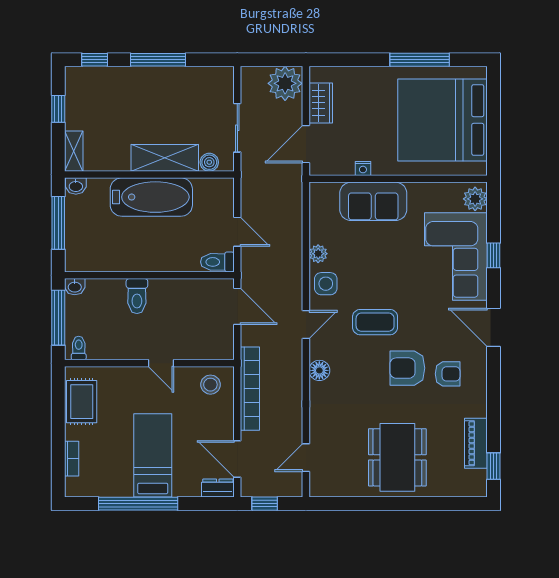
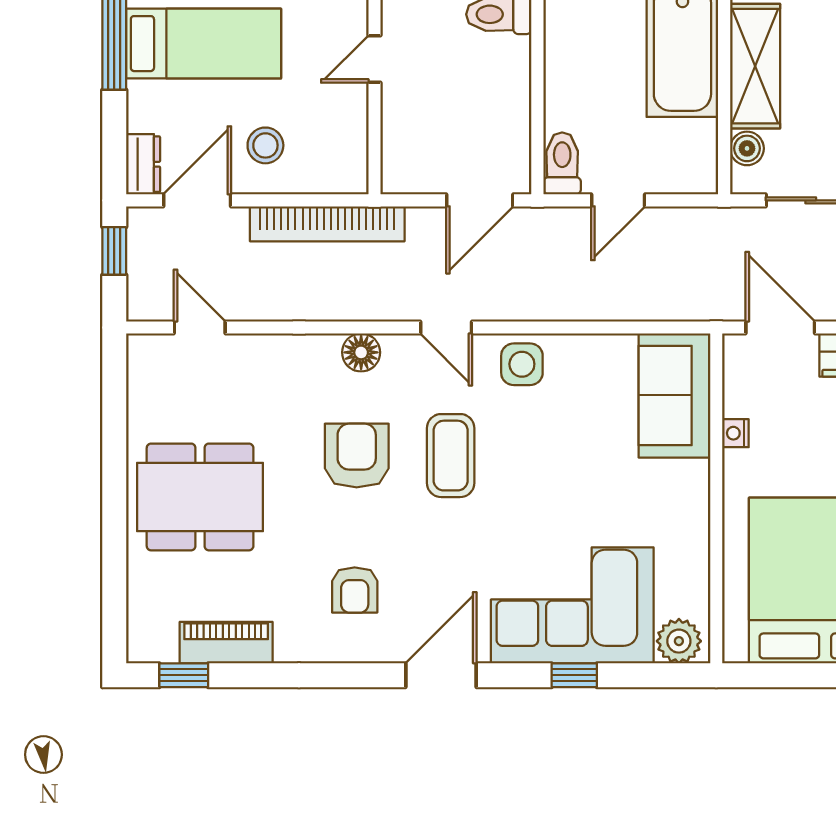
sofa: (373, 201) -> (674, 395), moved
plant: (318, 254) -> (577, 350), removed
armchair: (407, 368) -> (357, 456), moved
stool: (210, 385) -> (265, 145), moved

